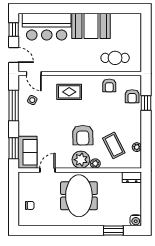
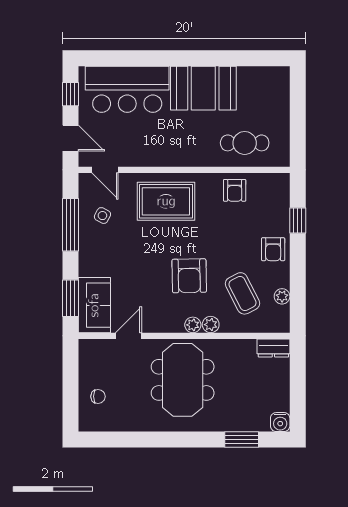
rug: (69, 92) -> (166, 201), width x1.36, depth x1.43
armchair: (132, 96) -> (273, 249), moved
plant: (81, 160) -> (193, 325), width x0.53, depth x0.53

